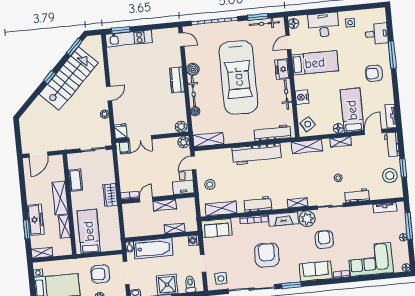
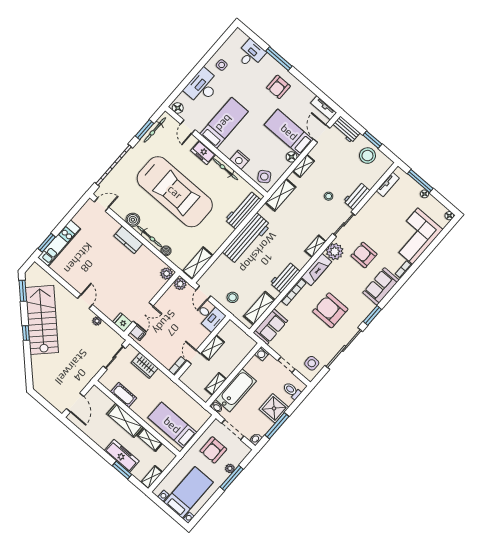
wardrobe: (110, 195) -> (145, 365), moved
shelving: (175, 228) -> (216, 384), moved

